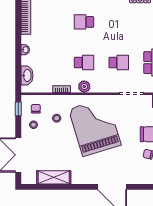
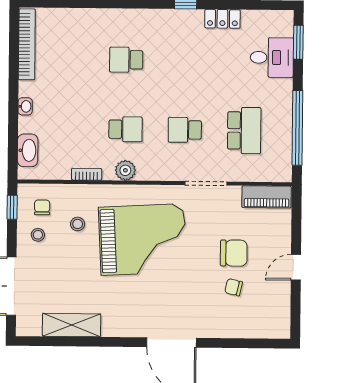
school desk: (119, 63) -> (185, 130), turned 180
grand piano: (95, 127) -> (143, 240), turned 104

